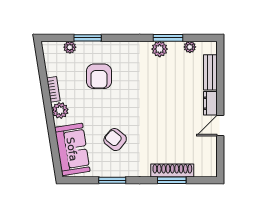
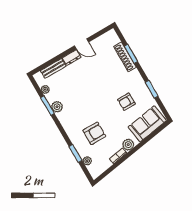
armchair: (115, 140) -> (126, 102), turned 51

